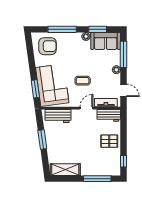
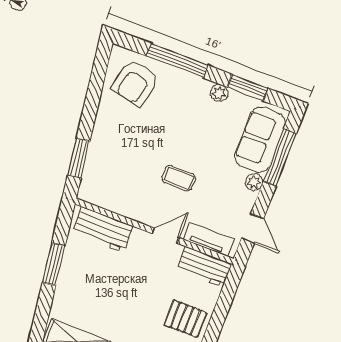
sofa: (106, 41) -> (260, 140), moved, turned 90
armchair: (48, 46) -> (135, 83), turned 102
corner sofa: (52, 85) -> (115, 164), removed

